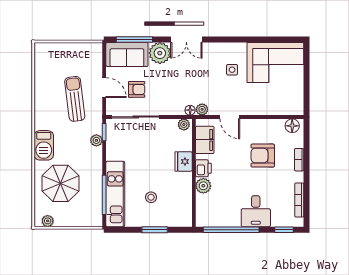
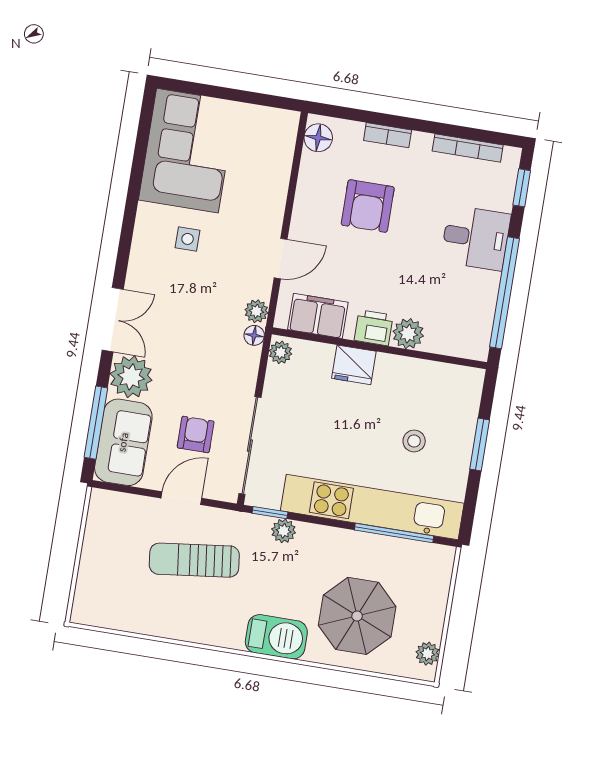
kitchen unit: (115, 194) -> (372, 507), width x1.36

